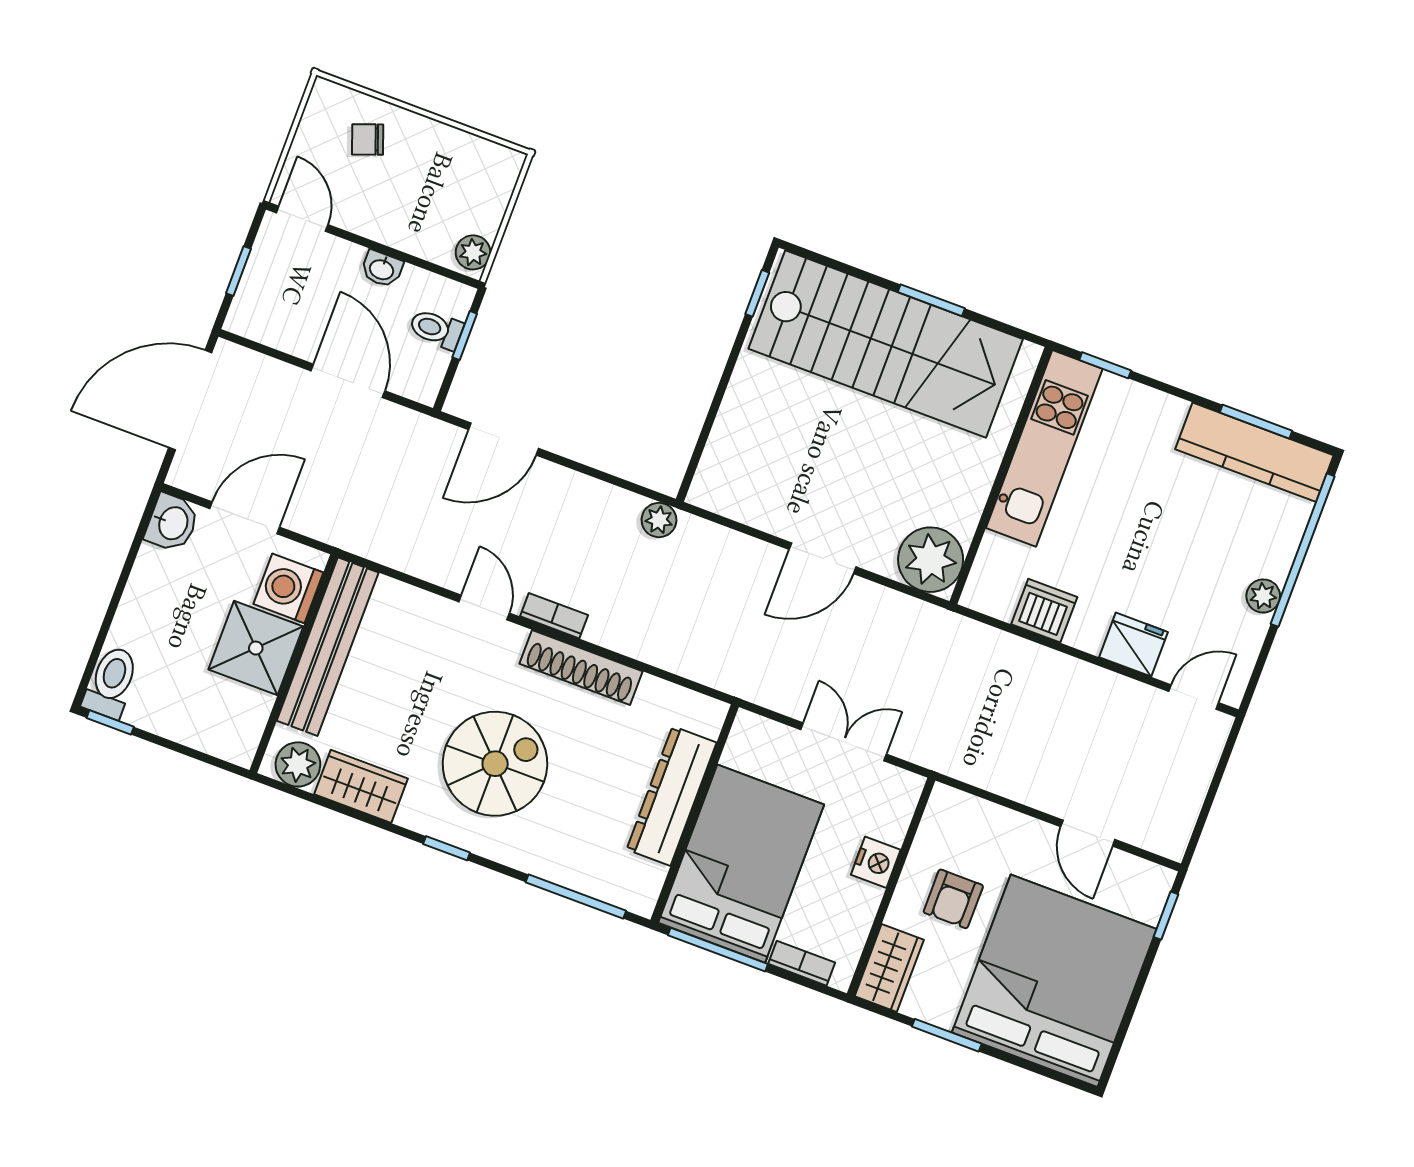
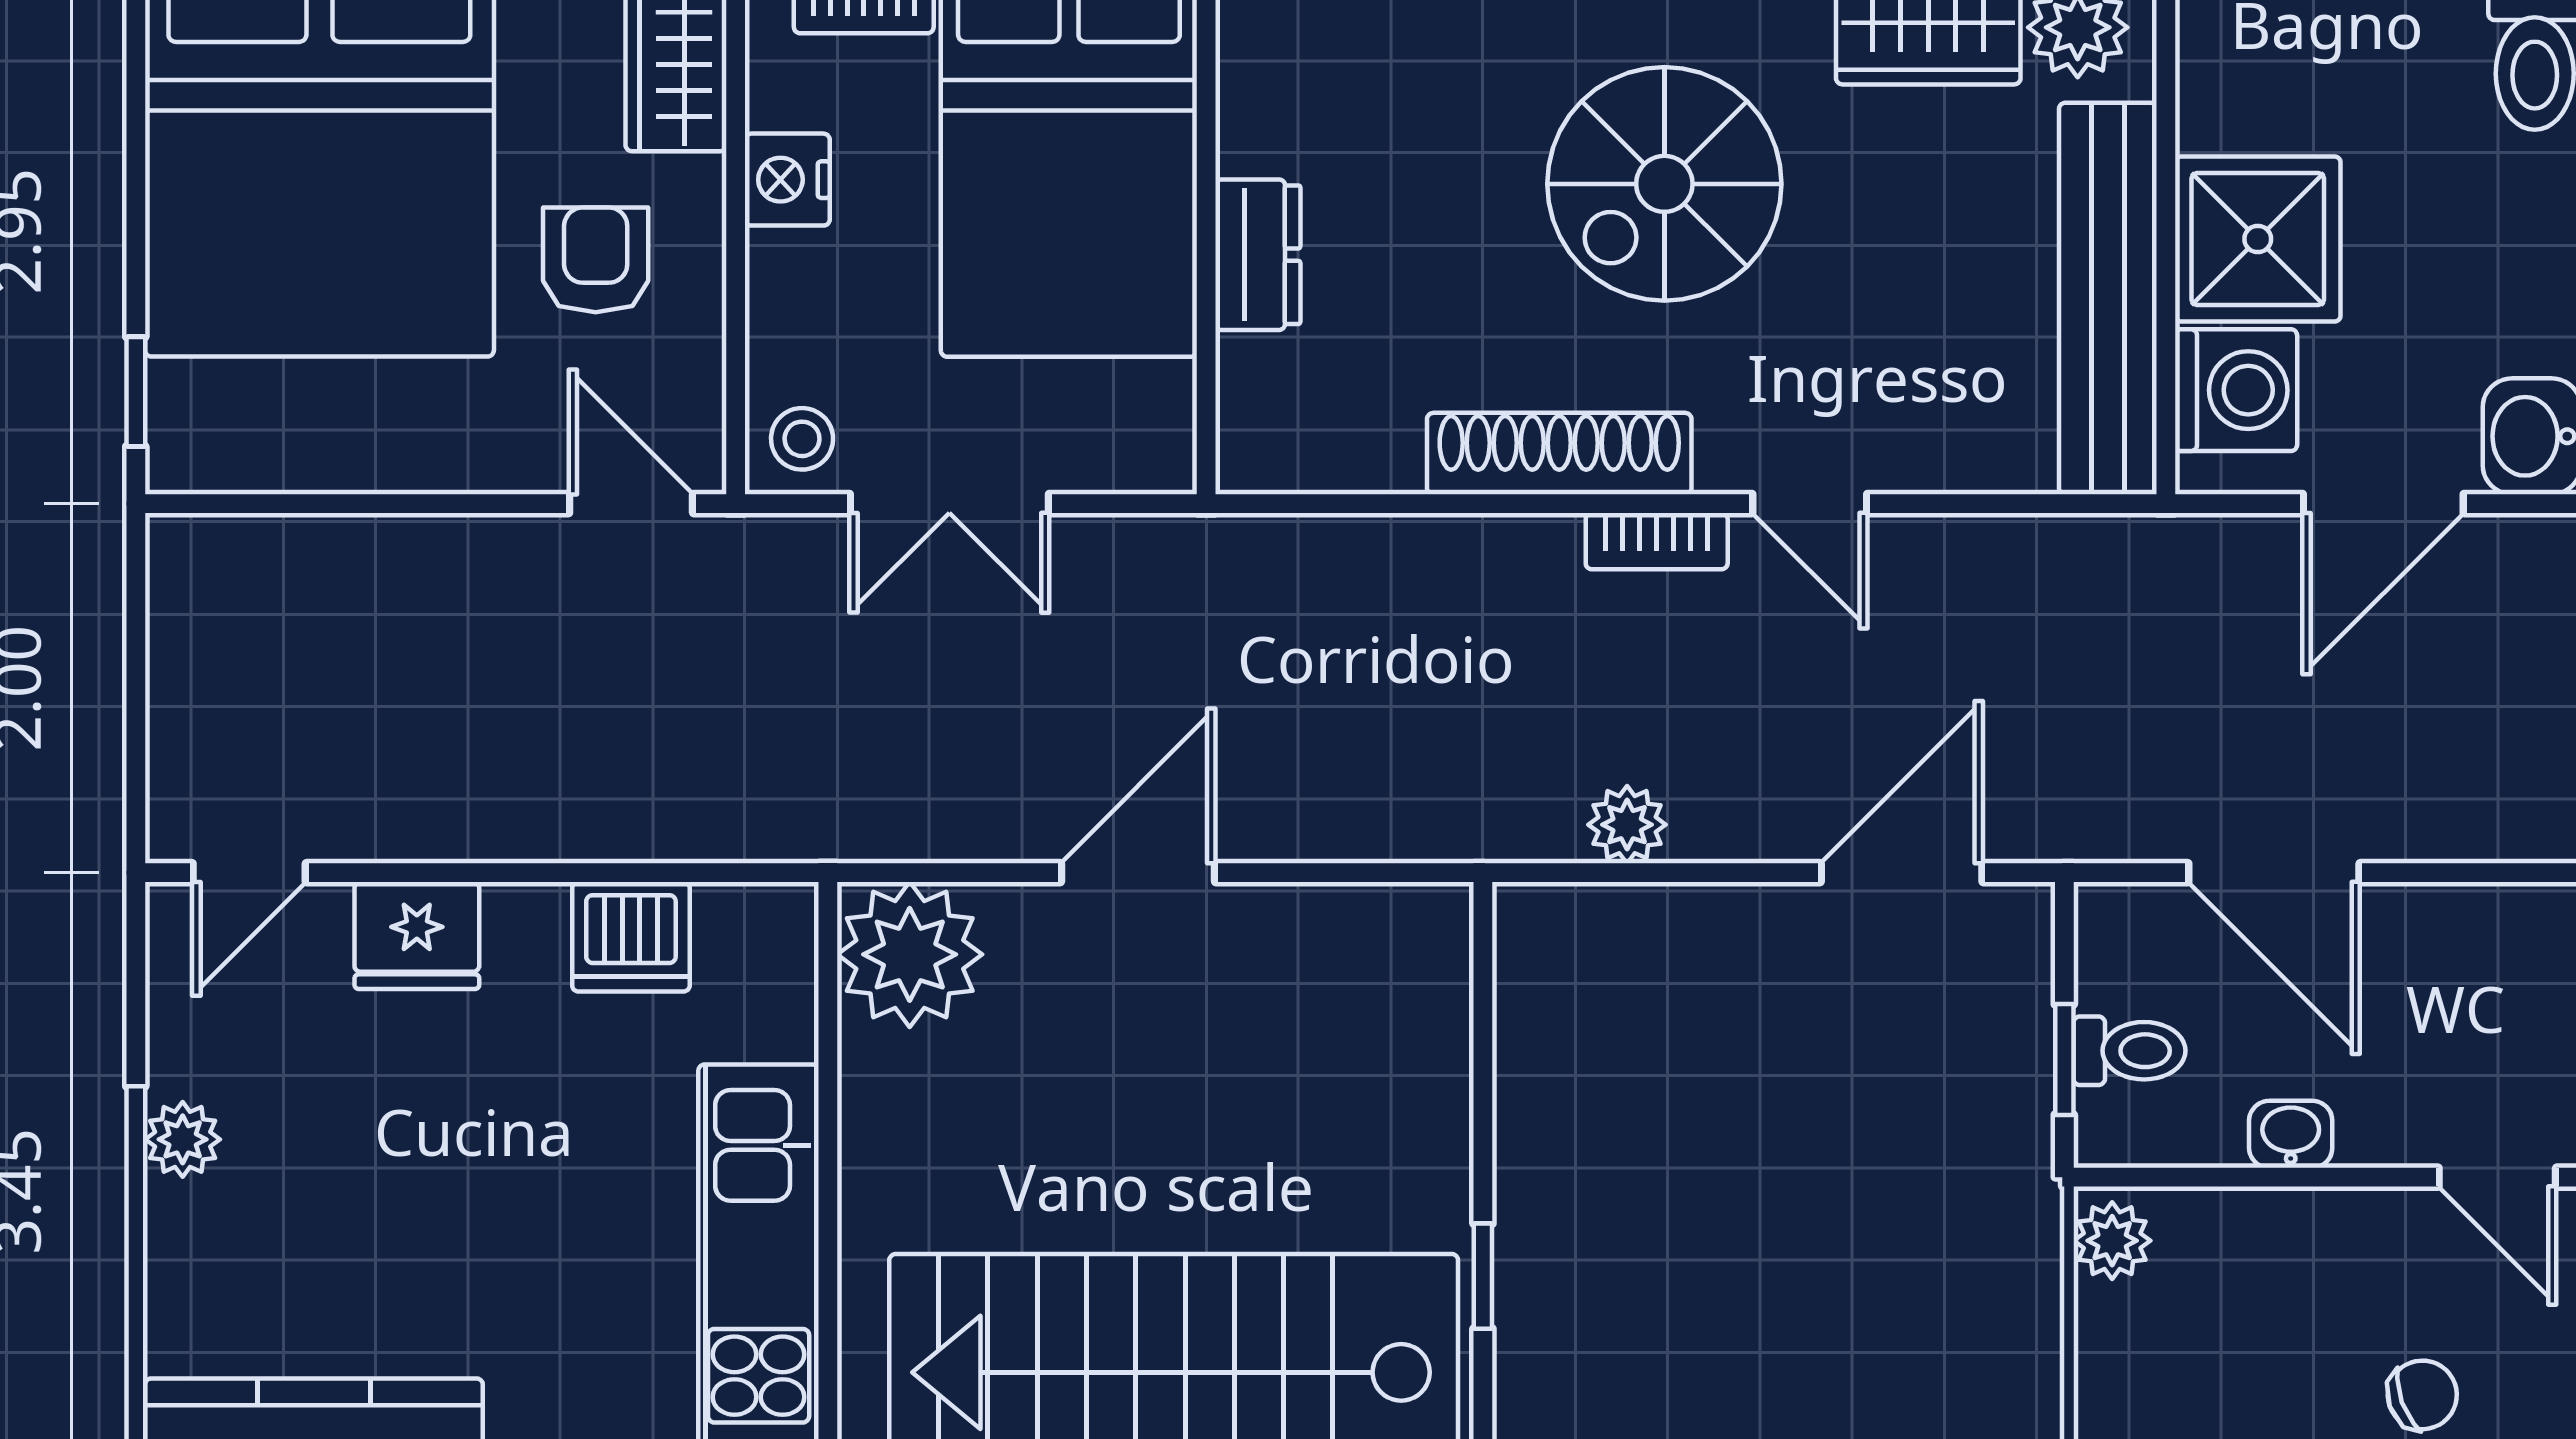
window: (757, 293) -> (1483, 1276), moved
plant: (659, 520) -> (1627, 825), moved
stool: (895, 792) -> (802, 439), added
dresser: (672, 796) -> (1258, 255), width x0.51, depth x0.80
door: (1088, 833) -> (631, 504), moved
nightstand: (876, 862) -> (787, 180), moved

